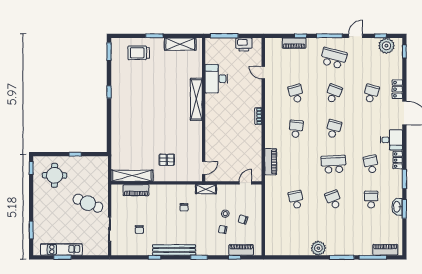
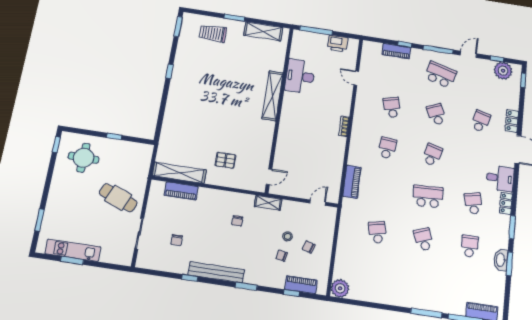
school desk: (334, 93) -> (436, 114), turned -45
plant: (318, 248) -> (340, 288), moved

